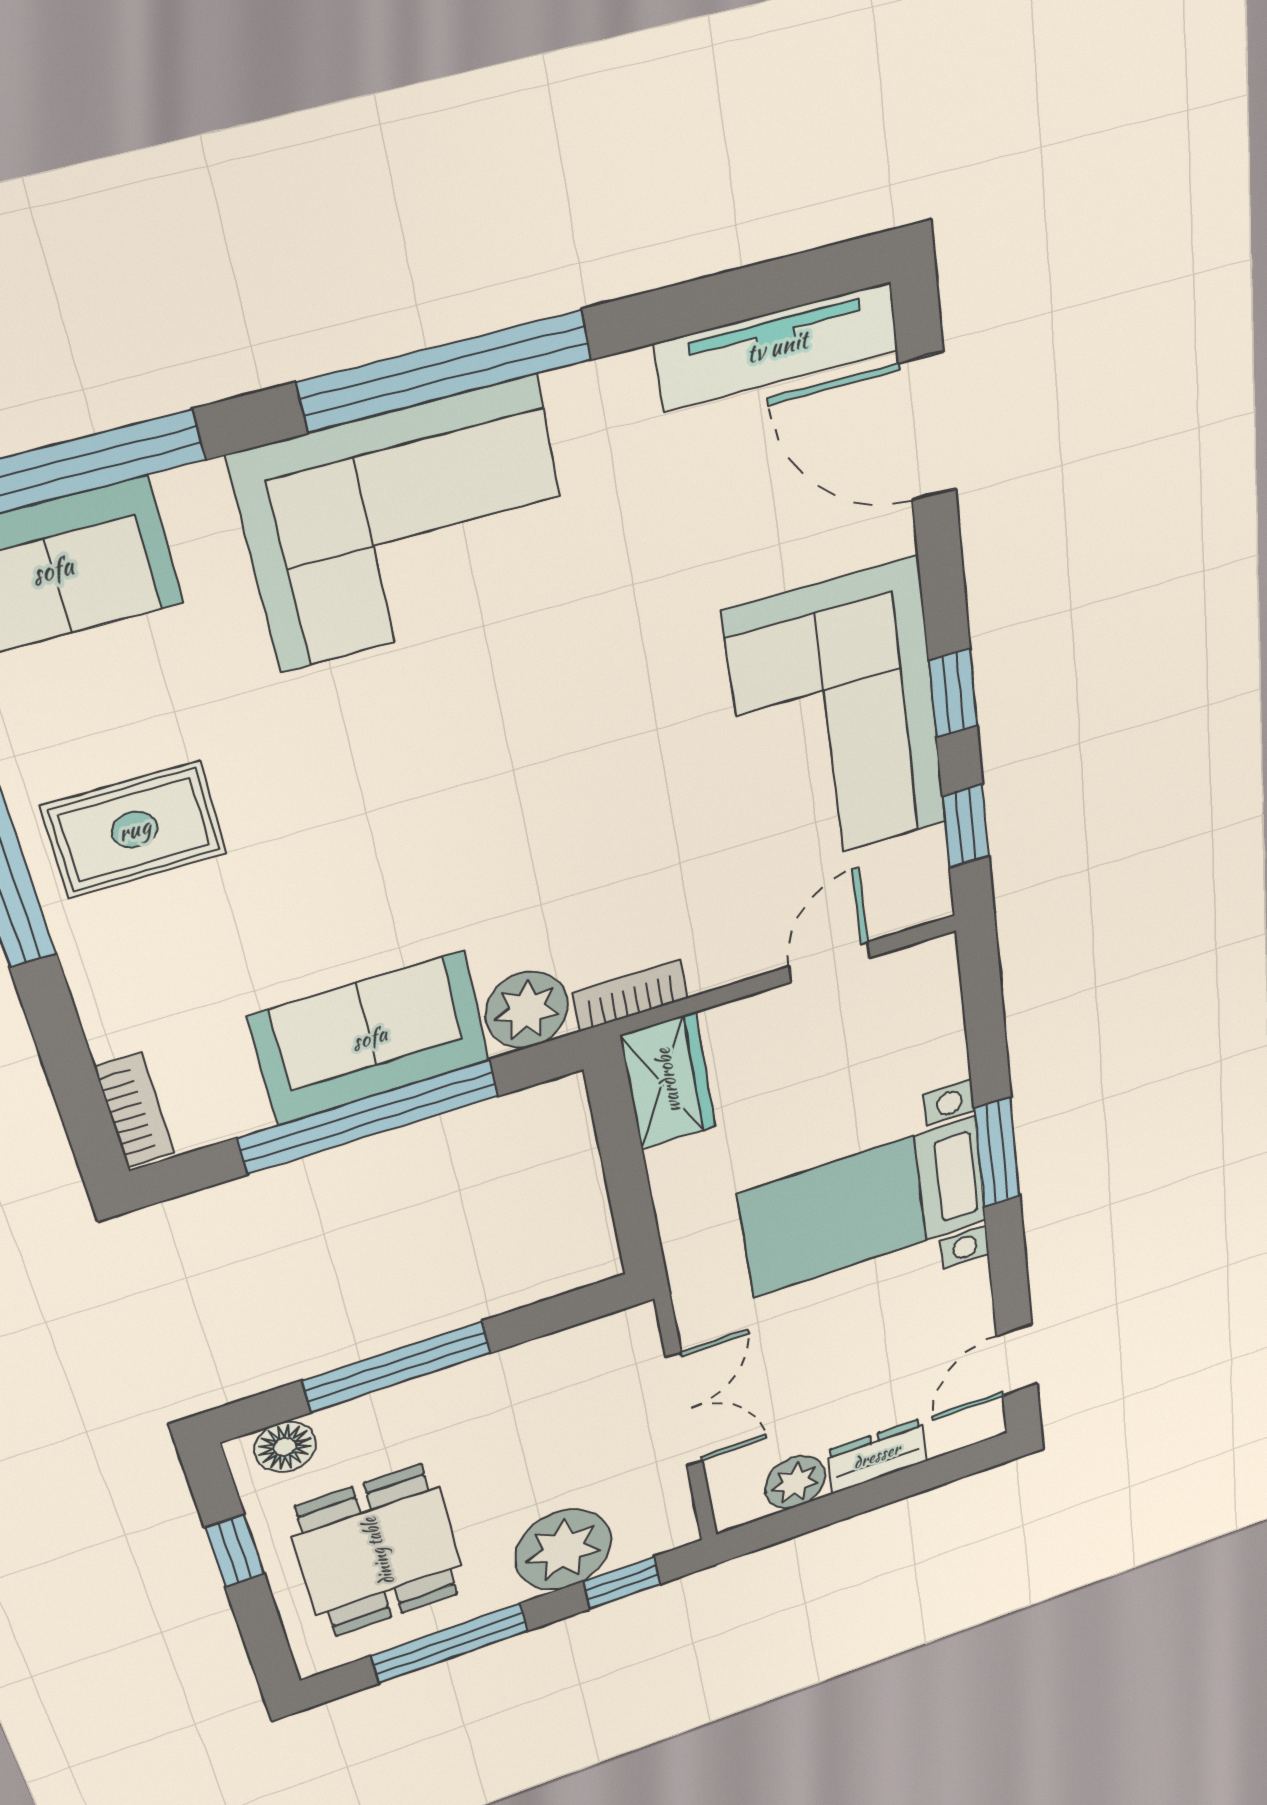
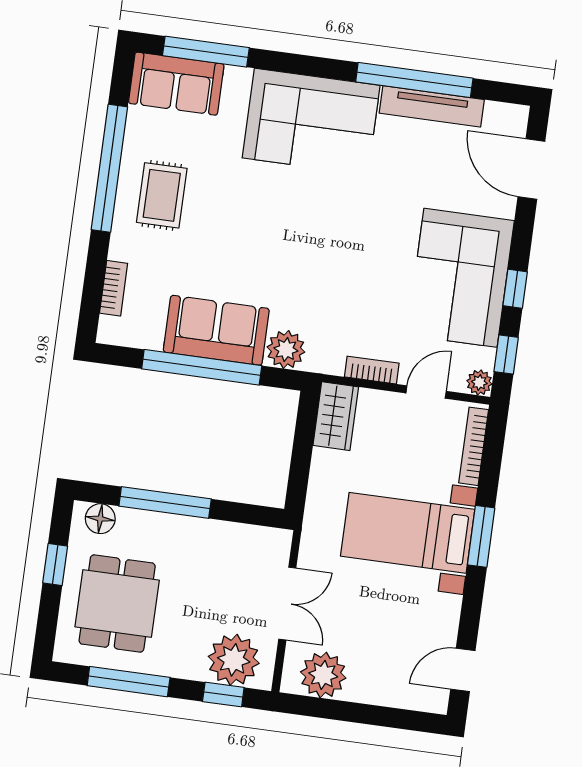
tv unit: (777, 347) -> (432, 106), moved
window: (445, 371) -> (414, 80), moved
rug: (134, 830) -> (162, 195), turned 90
plant: (927, 899) -> (479, 382), added
bookcase: (630, 996) -> (372, 370), moved
bookcase: (945, 1014) -> (474, 446), added
bookcase: (135, 1110) -> (114, 288), moved
dresser: (877, 1456) -> (375, 690), removed
plant: (795, 1482) -> (323, 675), width x1.36, depth x1.36
plant: (563, 1550) -> (234, 660), moved

